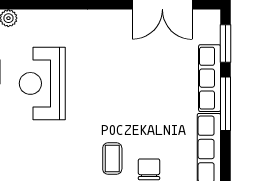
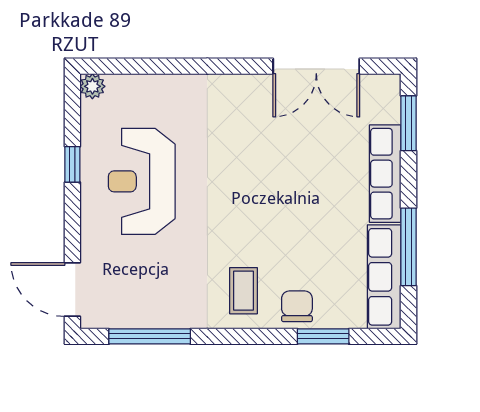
window: (226, 104) -> (409, 247), moved

